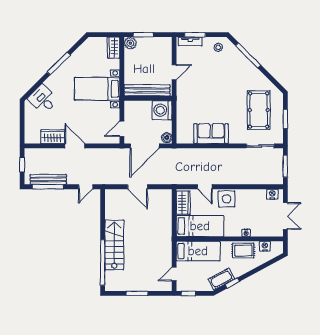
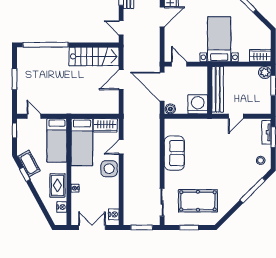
door: (174, 72) -> (236, 116), hinge flipped
double door: (285, 216) -> (92, 227), swing flipped
stairs: (114, 245) -> (94, 56), moved

